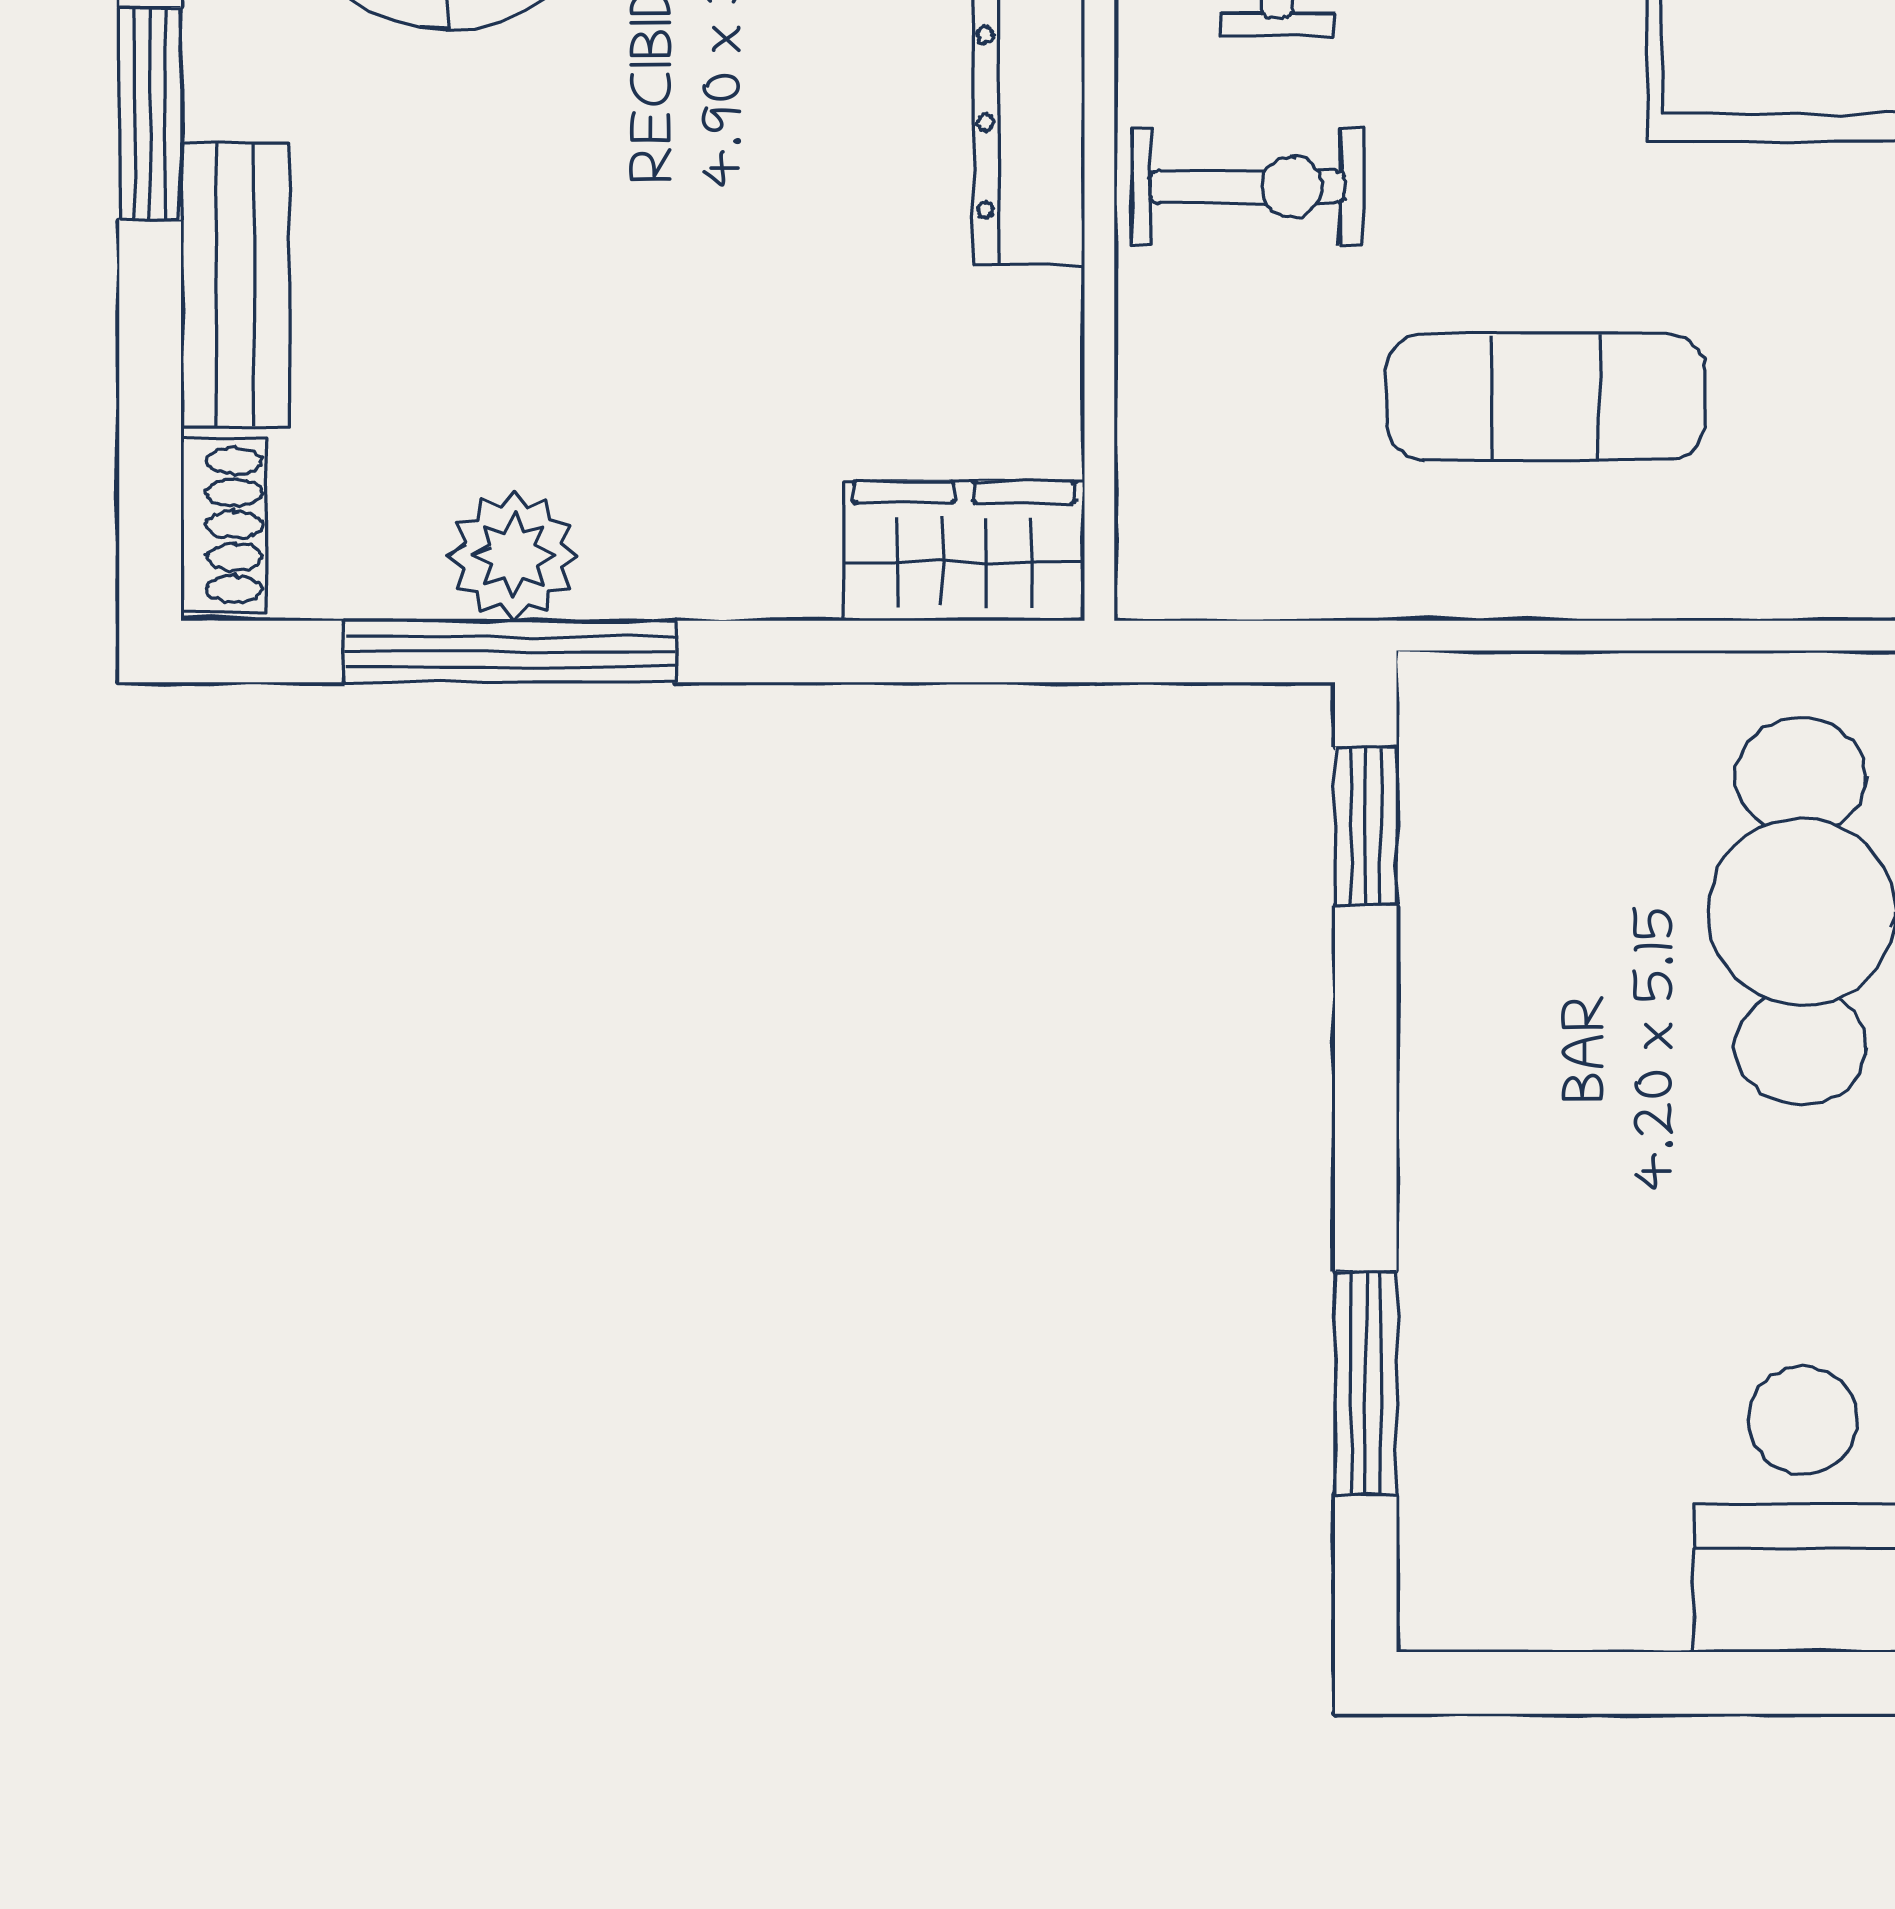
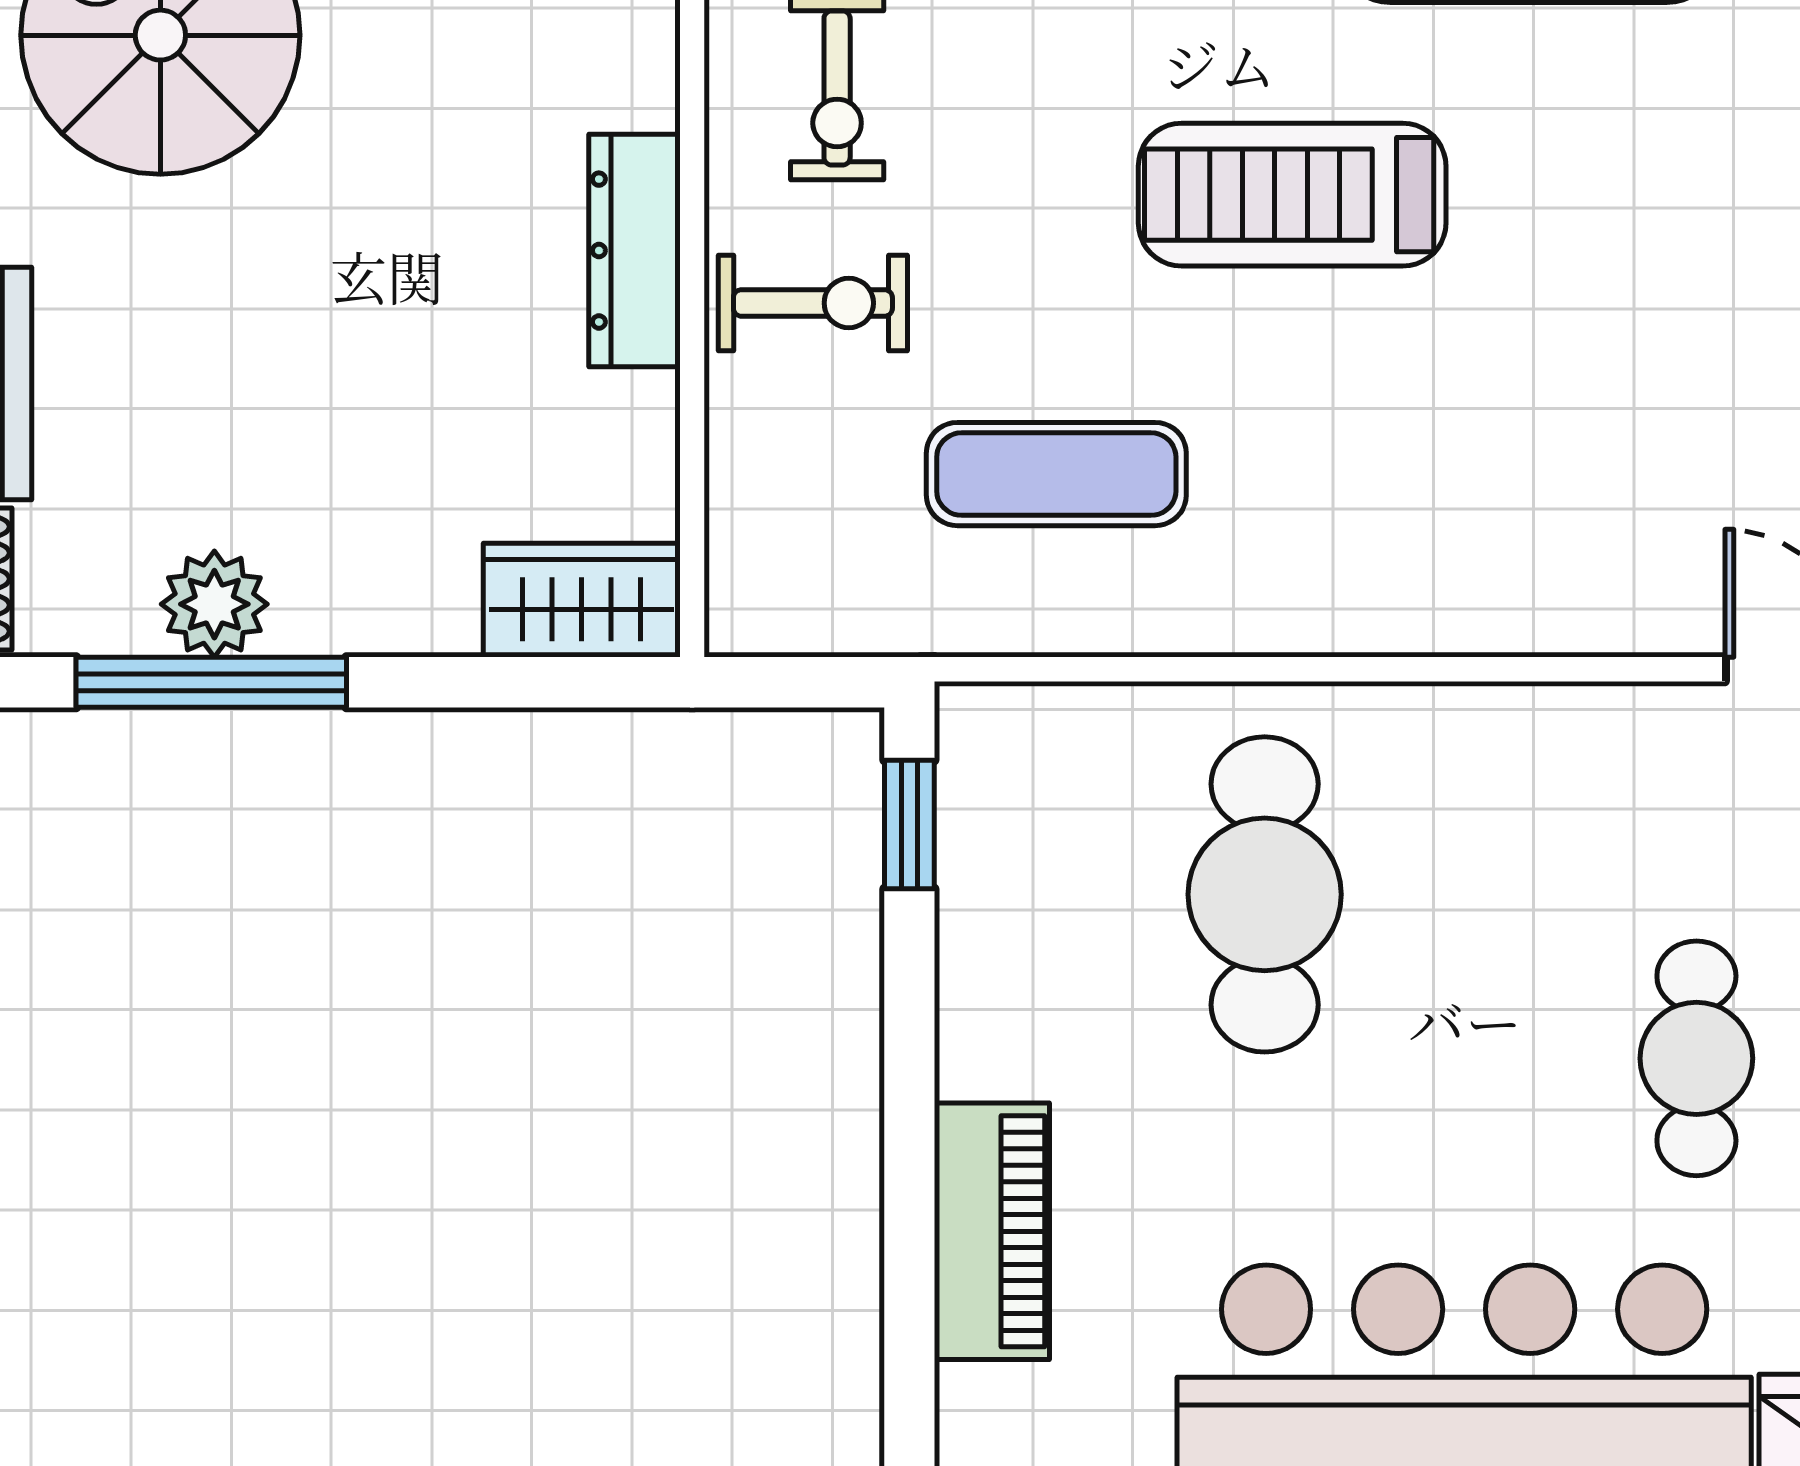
piano: (1467, 1324) -> (992, 1231), added
window: (1366, 1383) -> (909, 1279), removed

